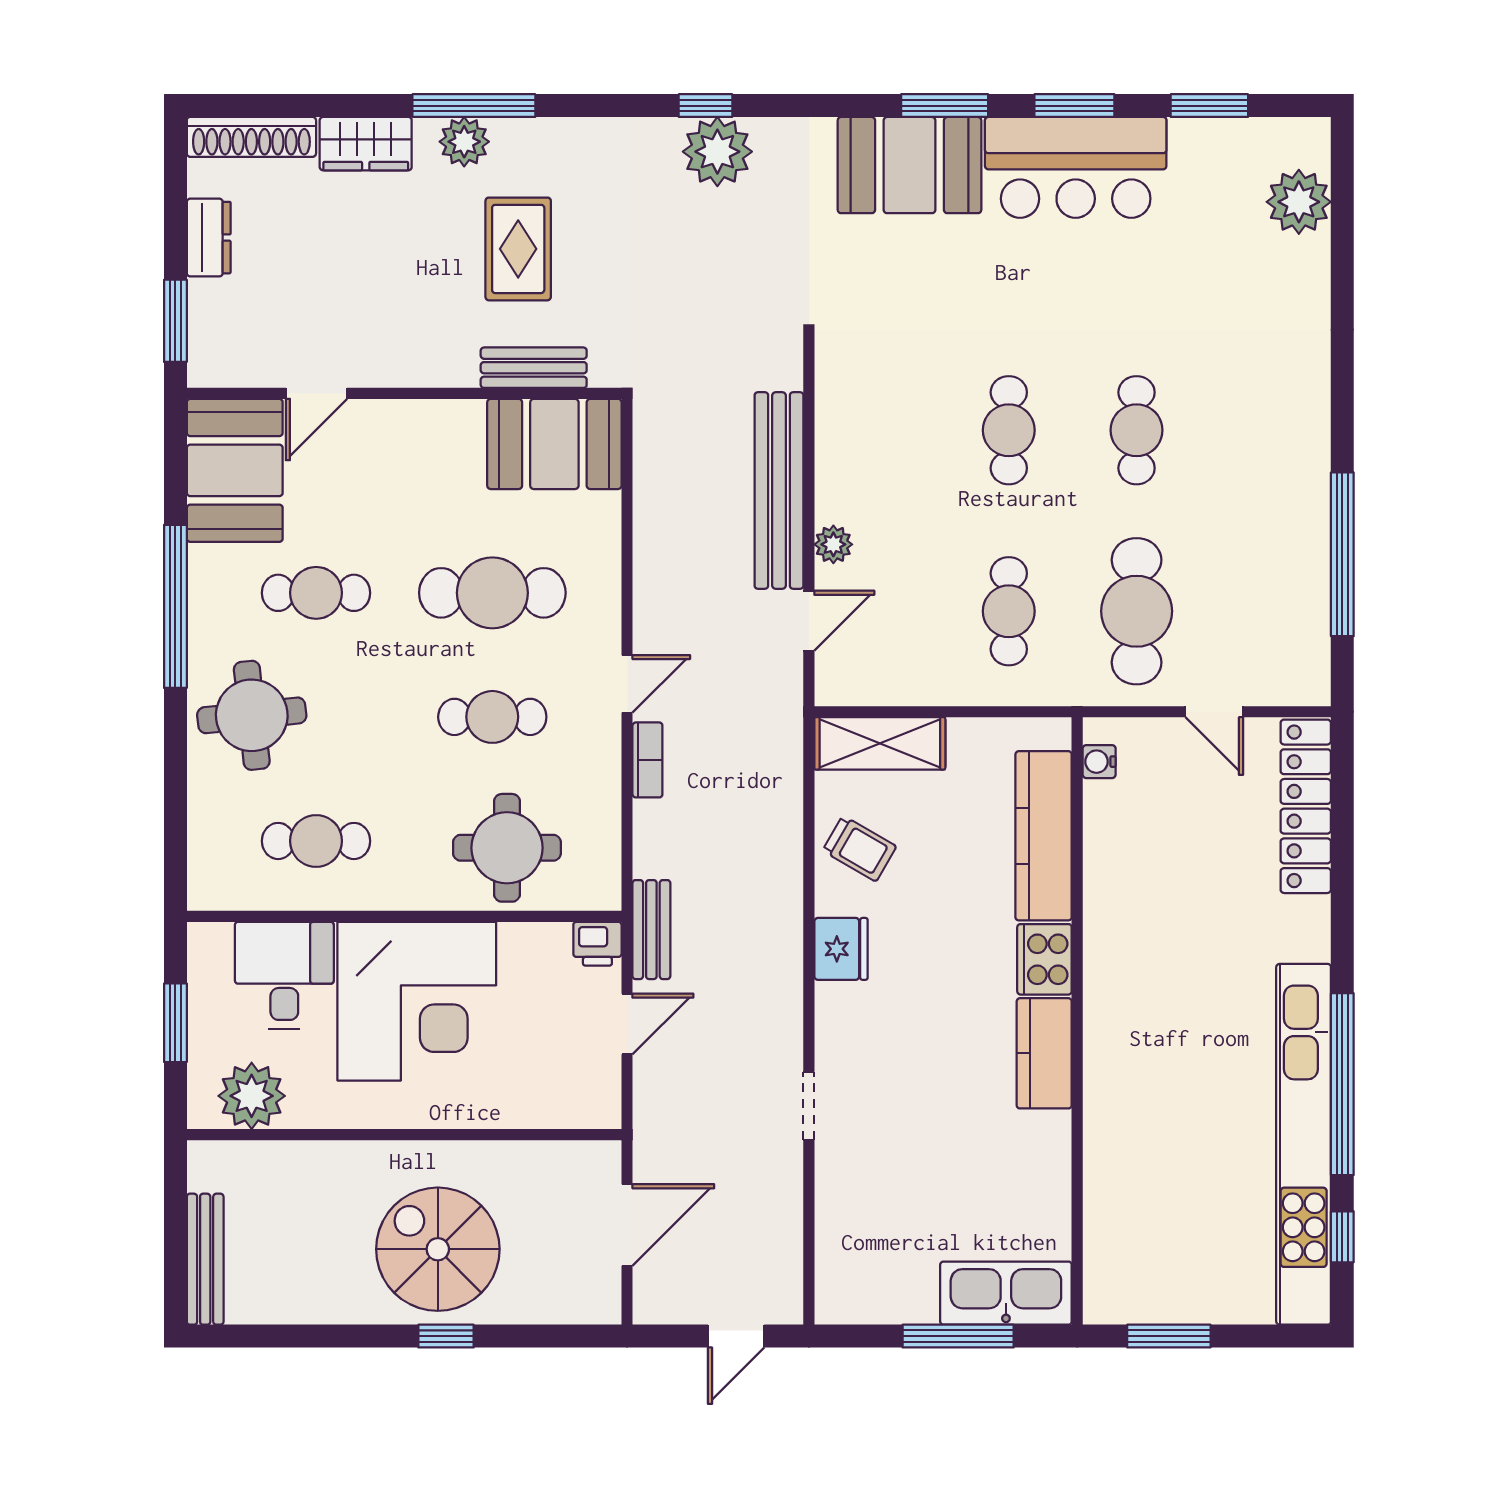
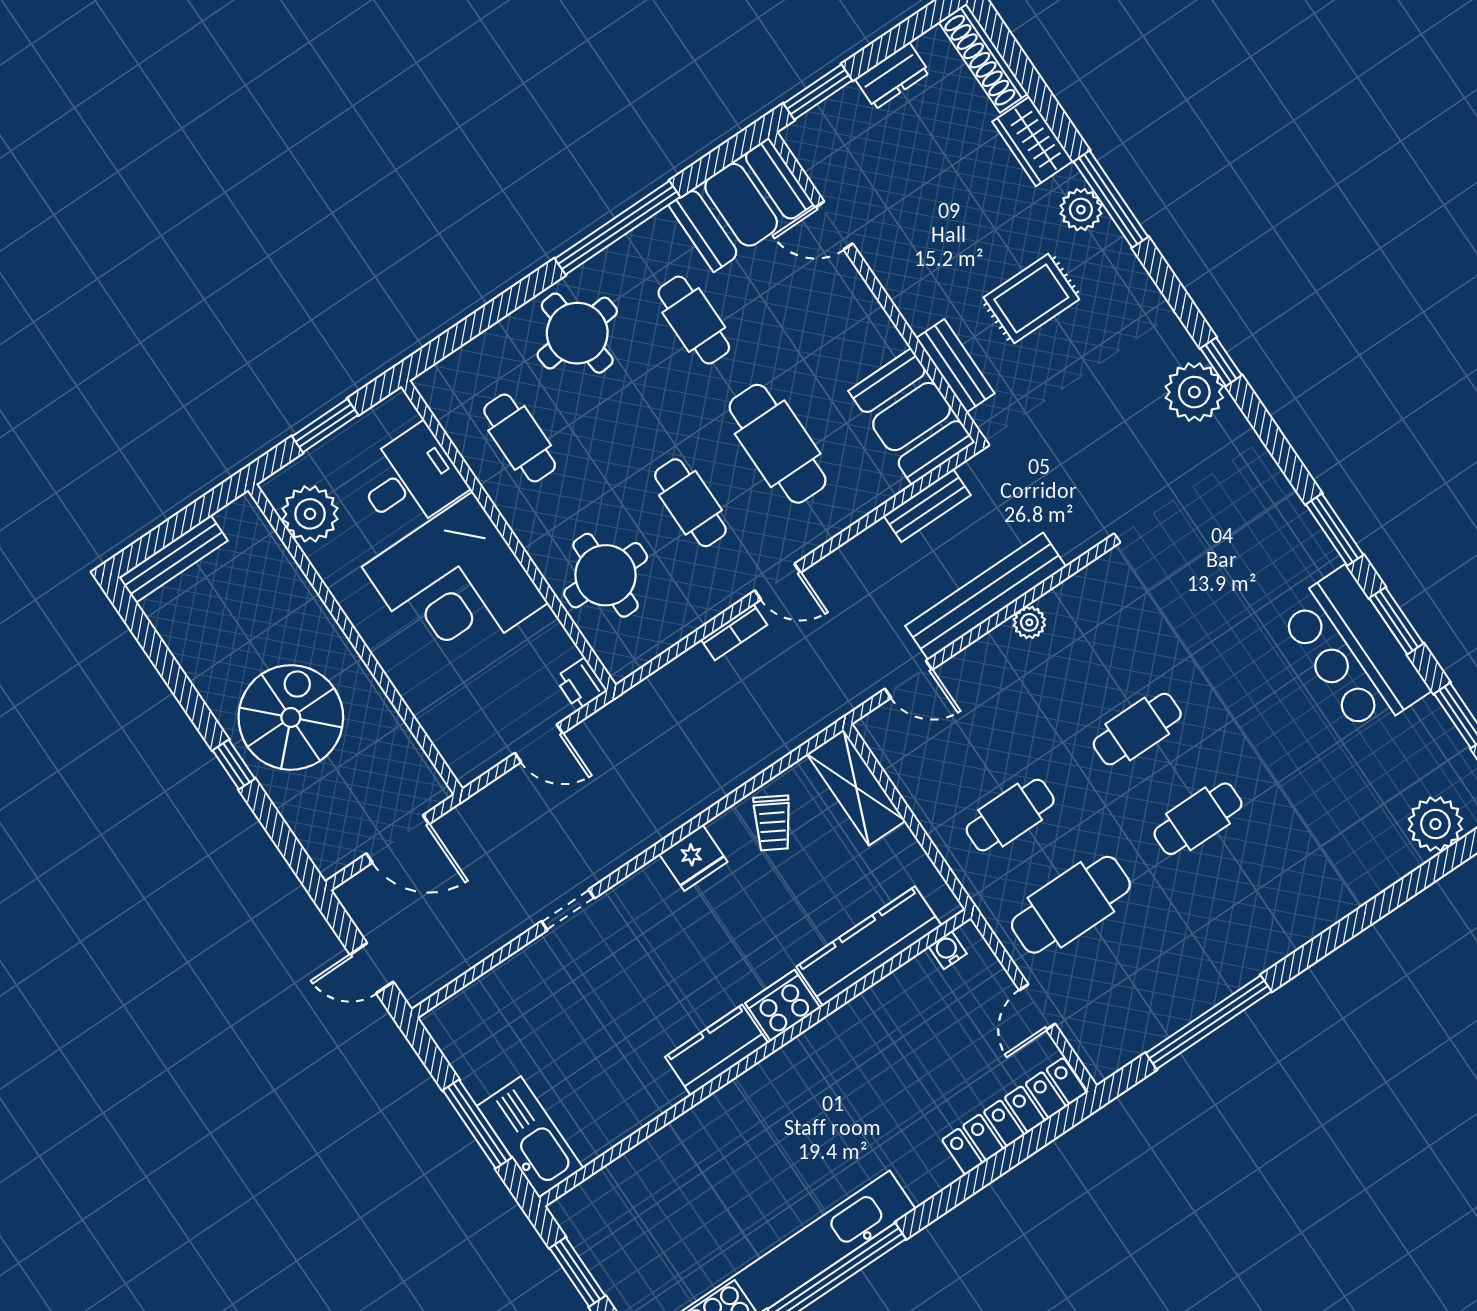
booth: (910, 165) -> (1276, 533), removed
plant: (833, 544) -> (1029, 622), moved
bench: (651, 930) -> (927, 505), moved

